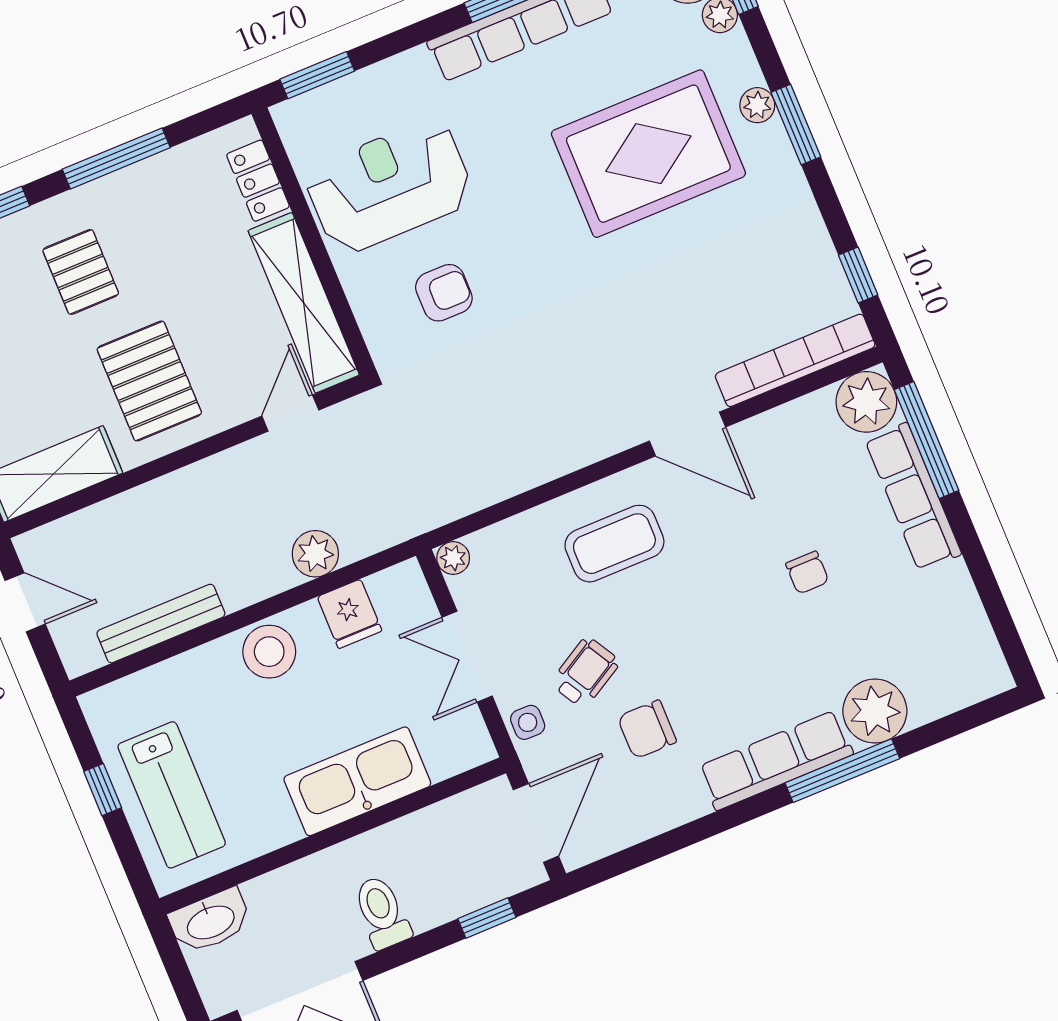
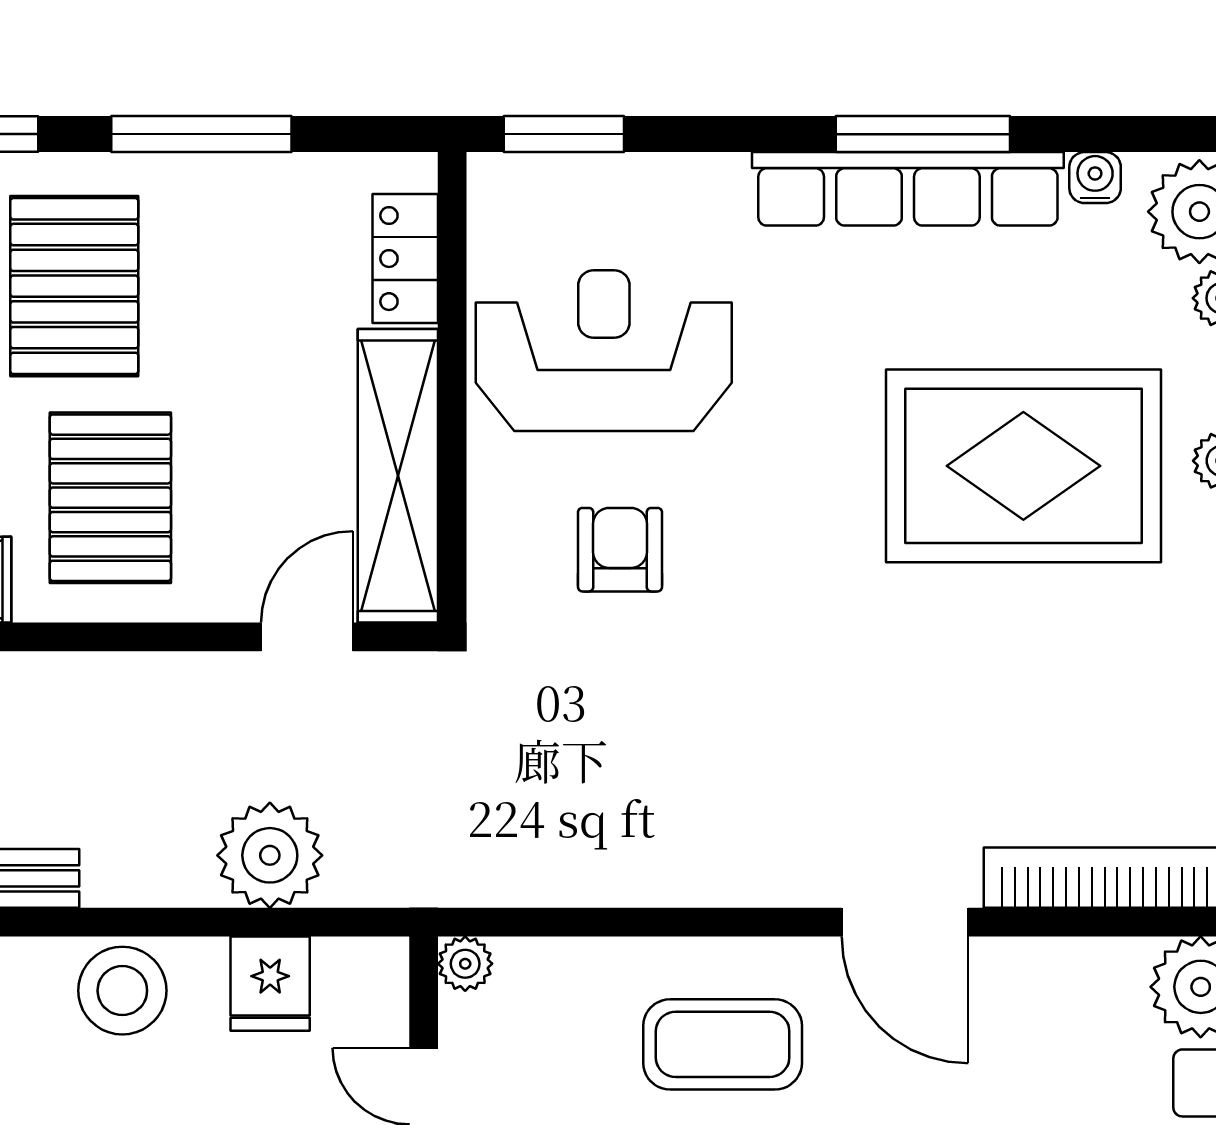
pallet: (81, 272) -> (74, 286), width x1.50, depth x1.42
armchair: (444, 293) -> (620, 550), turned -90
plant: (315, 554) -> (270, 855), width x1.36, depth x1.36

